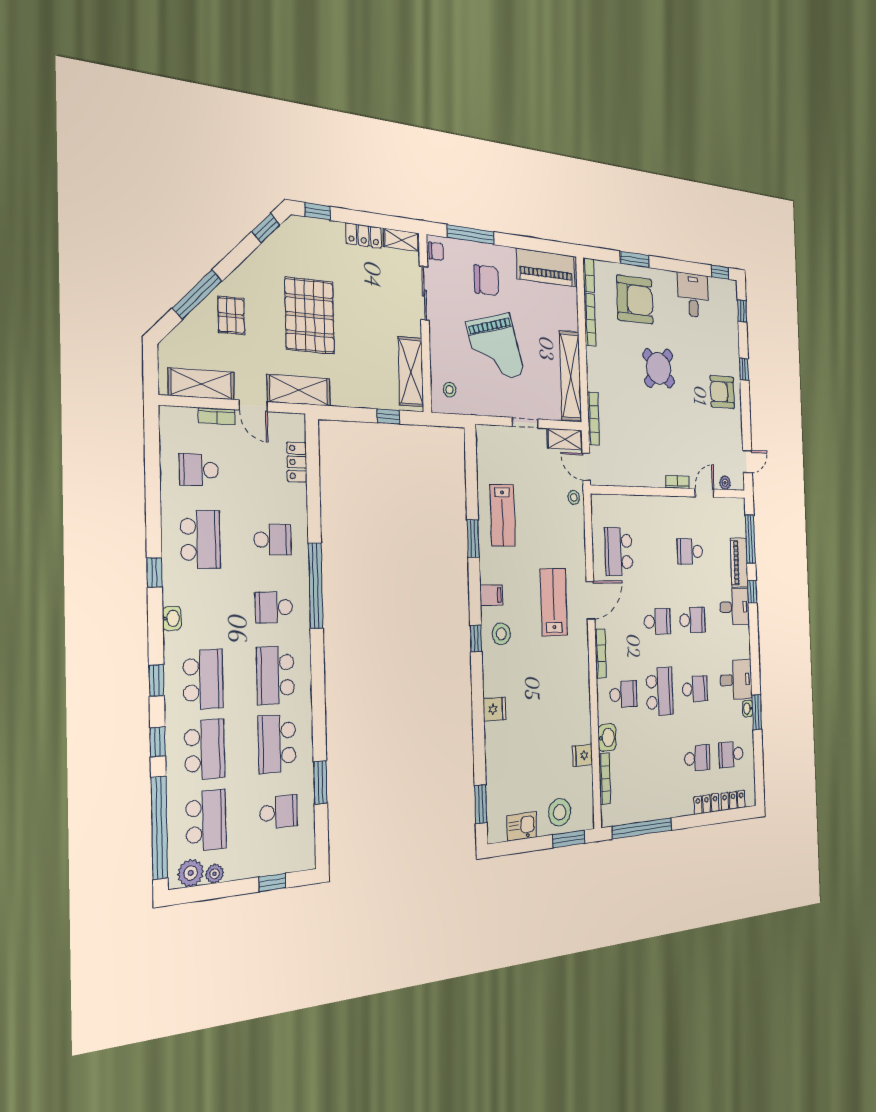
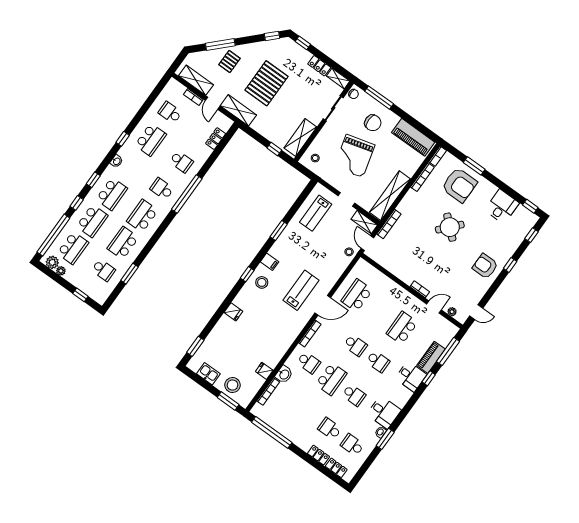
lab bench: (503, 515) -> (316, 213), moved
school desk: (690, 551) -> (402, 328), width x1.85
school desk: (697, 758) -> (330, 429), turned 180

